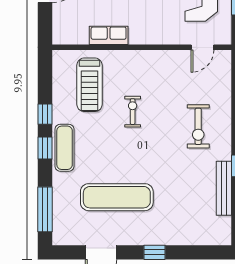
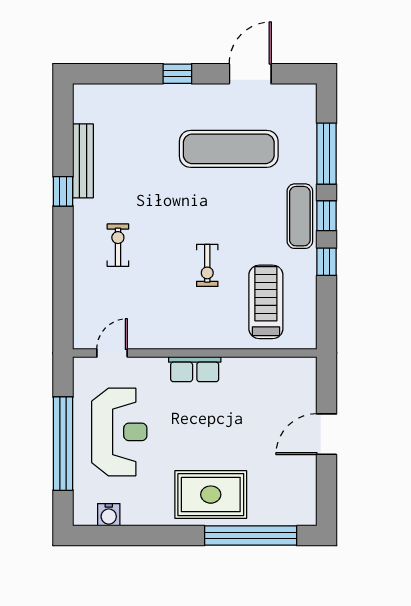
row of seats: (109, 35) -> (195, 369), moved
exercise bike: (198, 126) -> (118, 245), width x0.73, depth x0.72
window: (45, 209) -> (327, 154), moved

